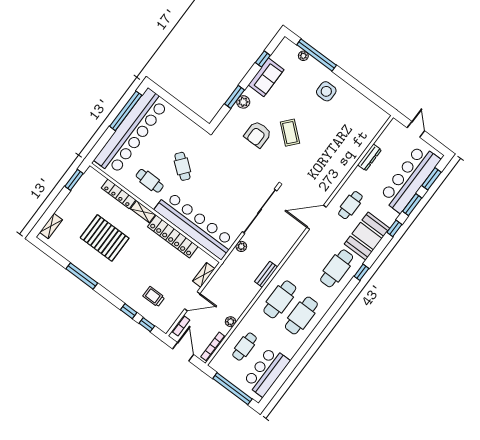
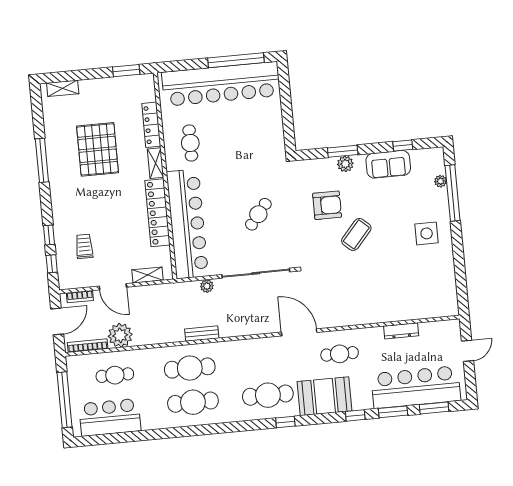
armchair: (258, 134) -> (327, 205), turned 180
cafe table: (182, 166) -> (258, 214), moved
plant: (231, 322) -> (120, 335), width x1.87, depth x1.87

